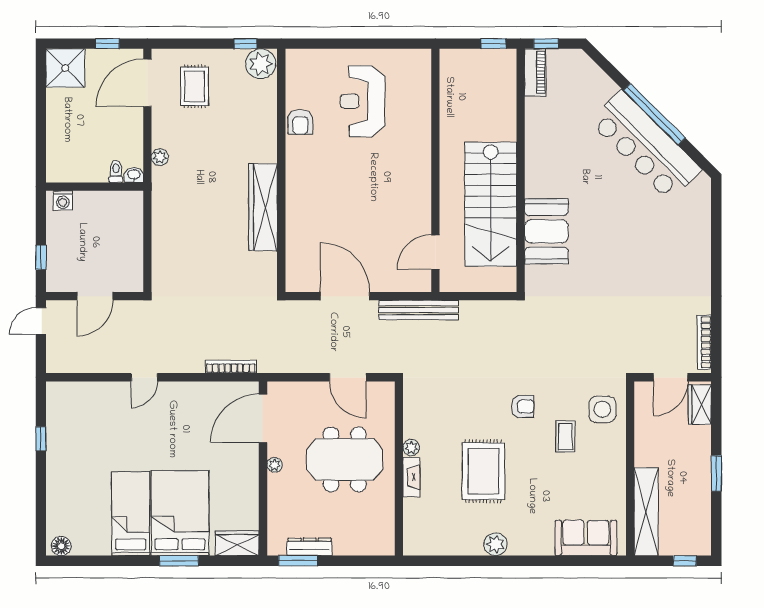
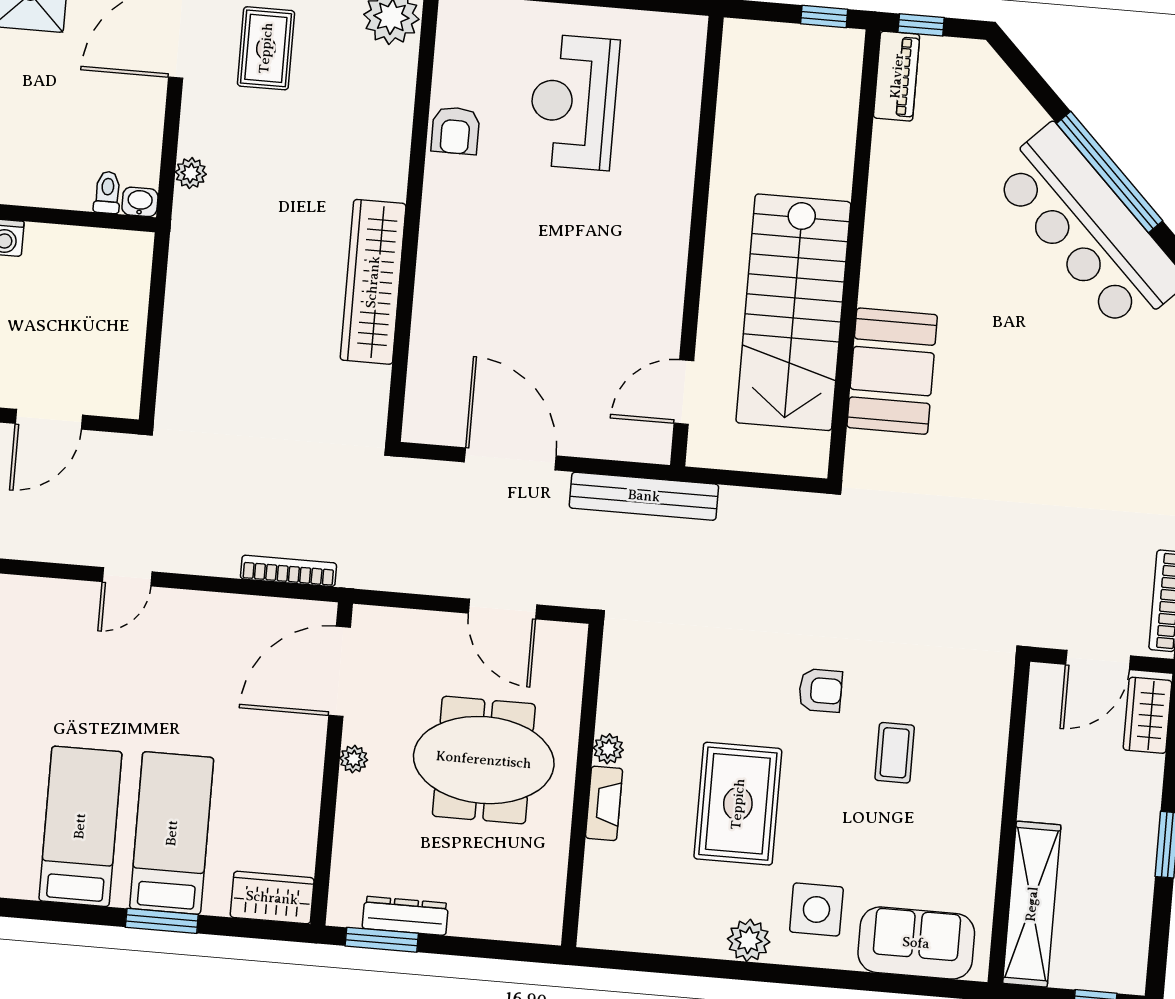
side table: (602, 409) -> (816, 909), moved
bed: (180, 513) -> (172, 833), width x0.67

